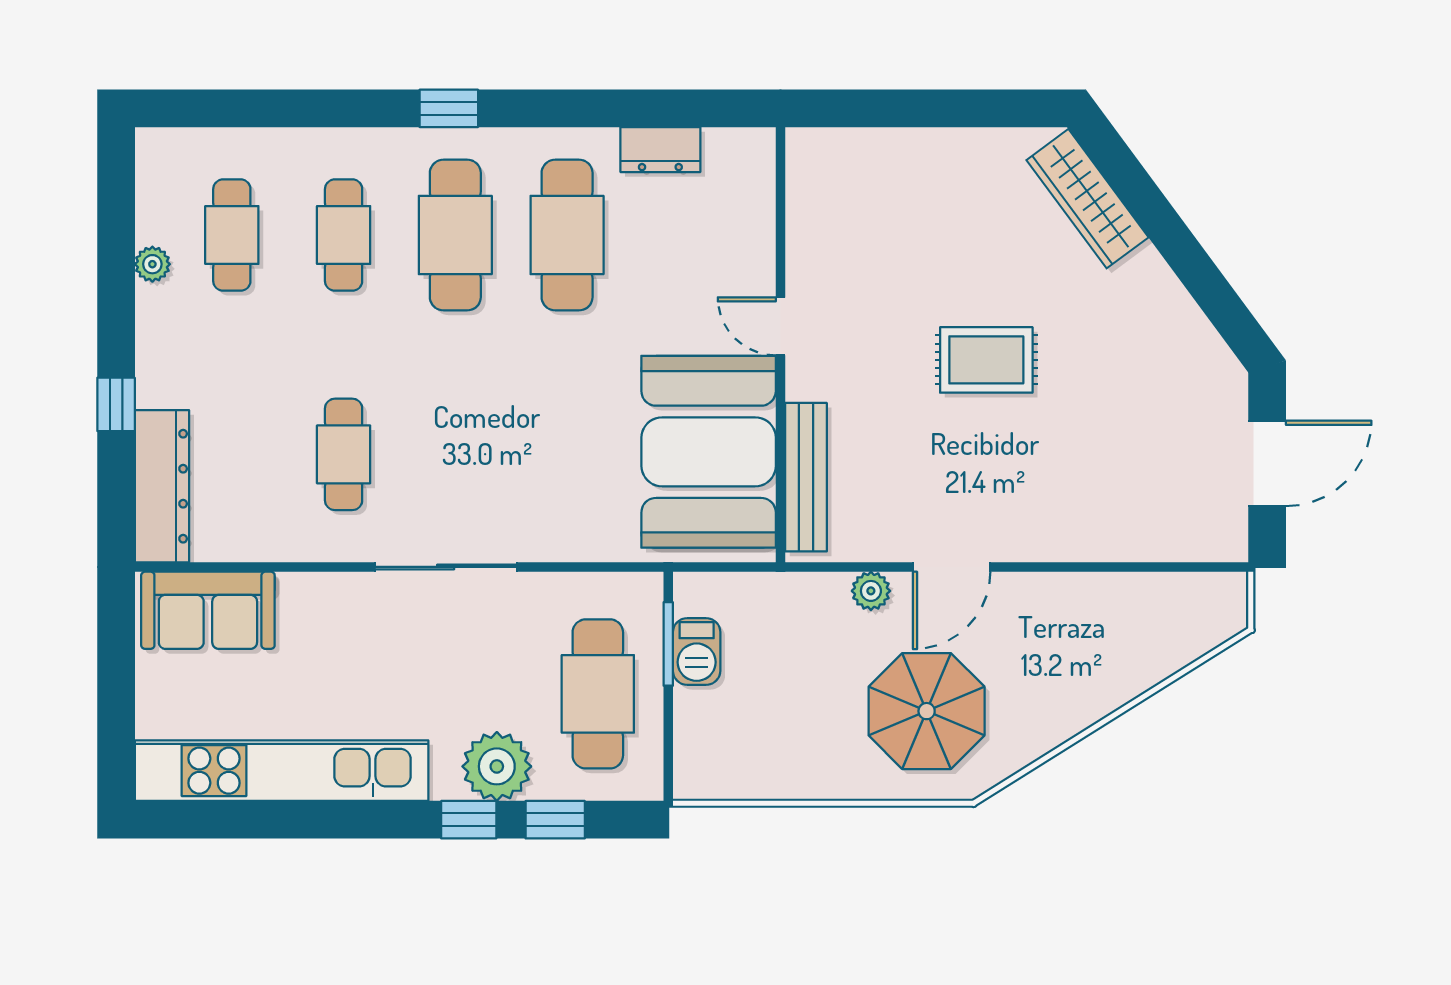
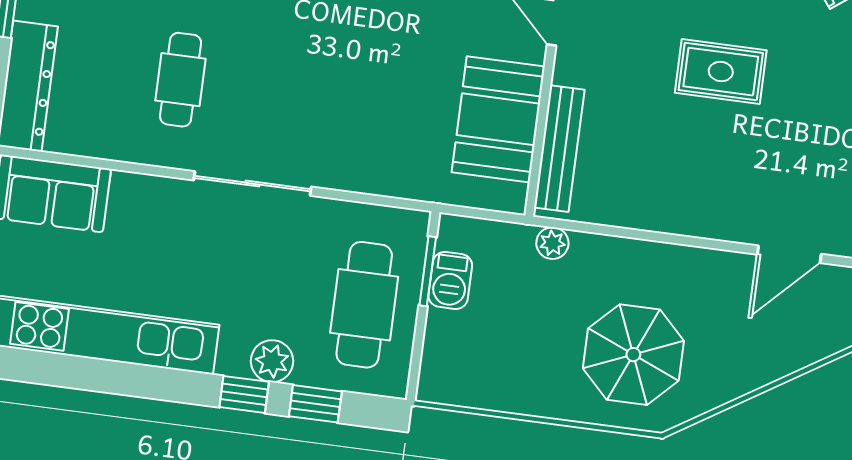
booth: (709, 452) -> (498, 119), width x0.73, depth x0.70
door: (952, 567) -> (789, 254), moved
plant: (871, 591) -> (552, 243), moved
plant: (497, 766) -> (272, 361), width x0.73, depth x0.73

